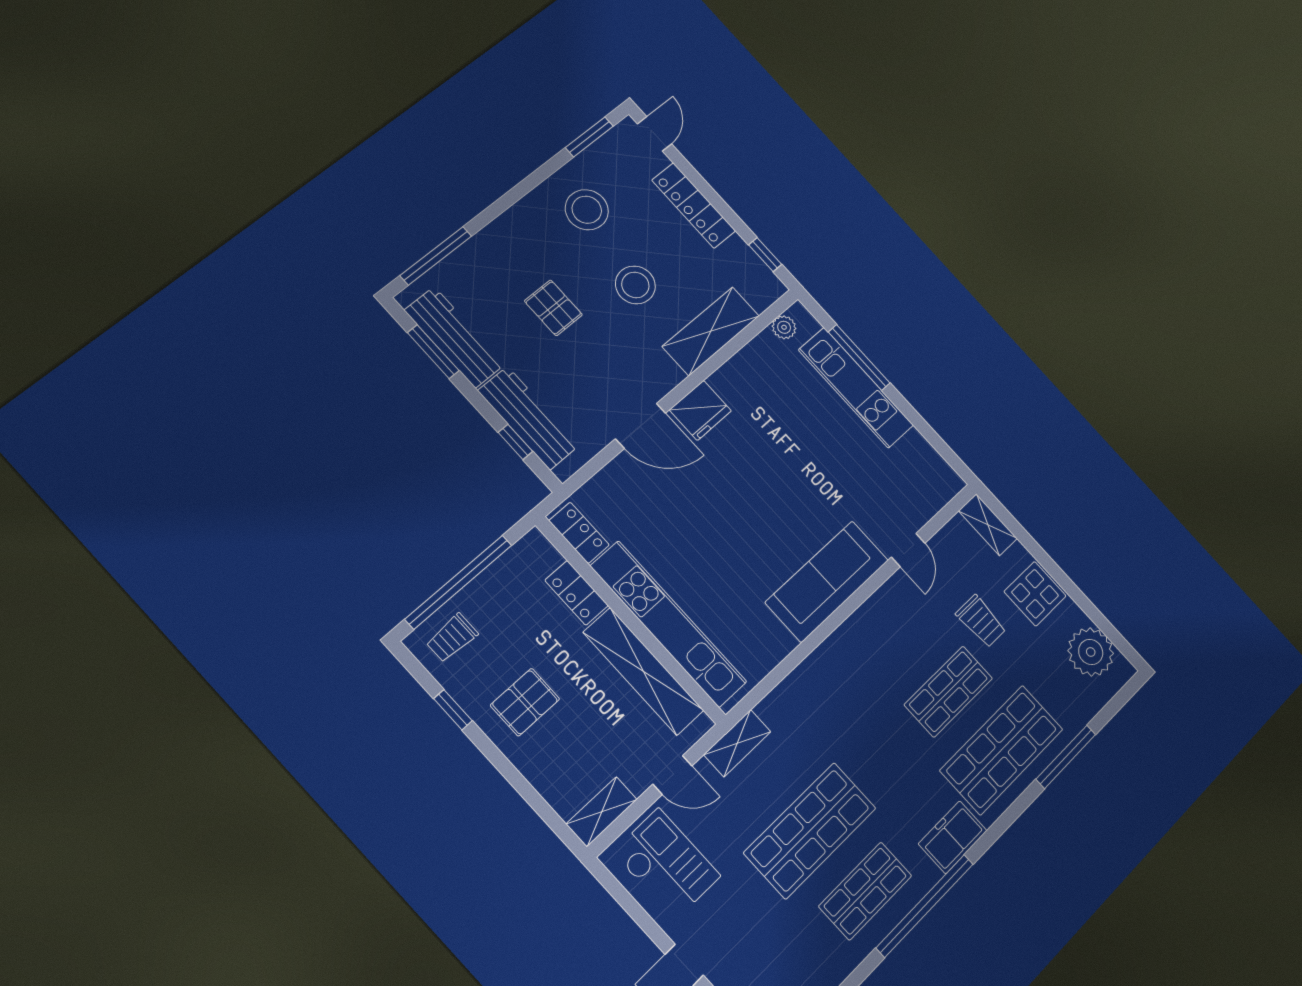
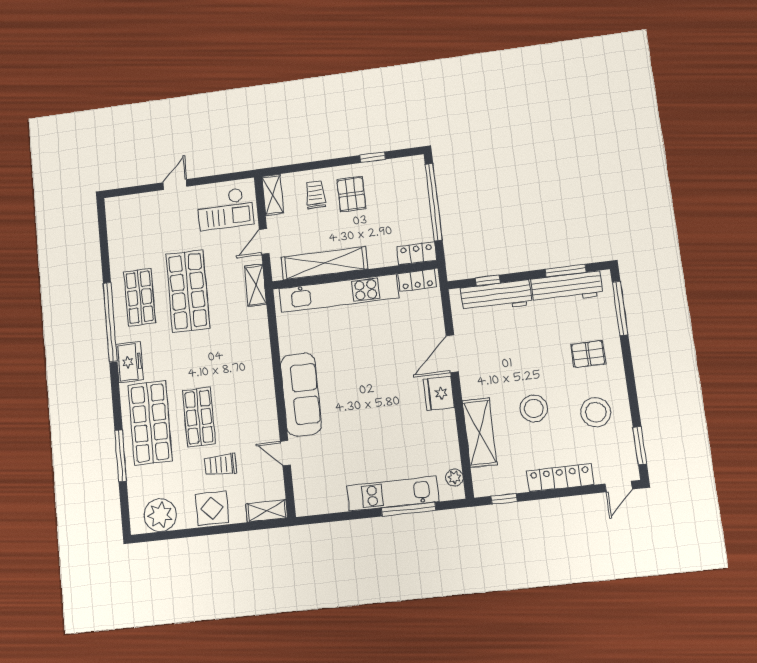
door: (655, 134) -> (619, 487), hinge flipped
pallet: (553, 308) -> (588, 354), moved
locker: (577, 593) -> (417, 253), moved
trolley: (452, 638) -> (315, 195), moved

